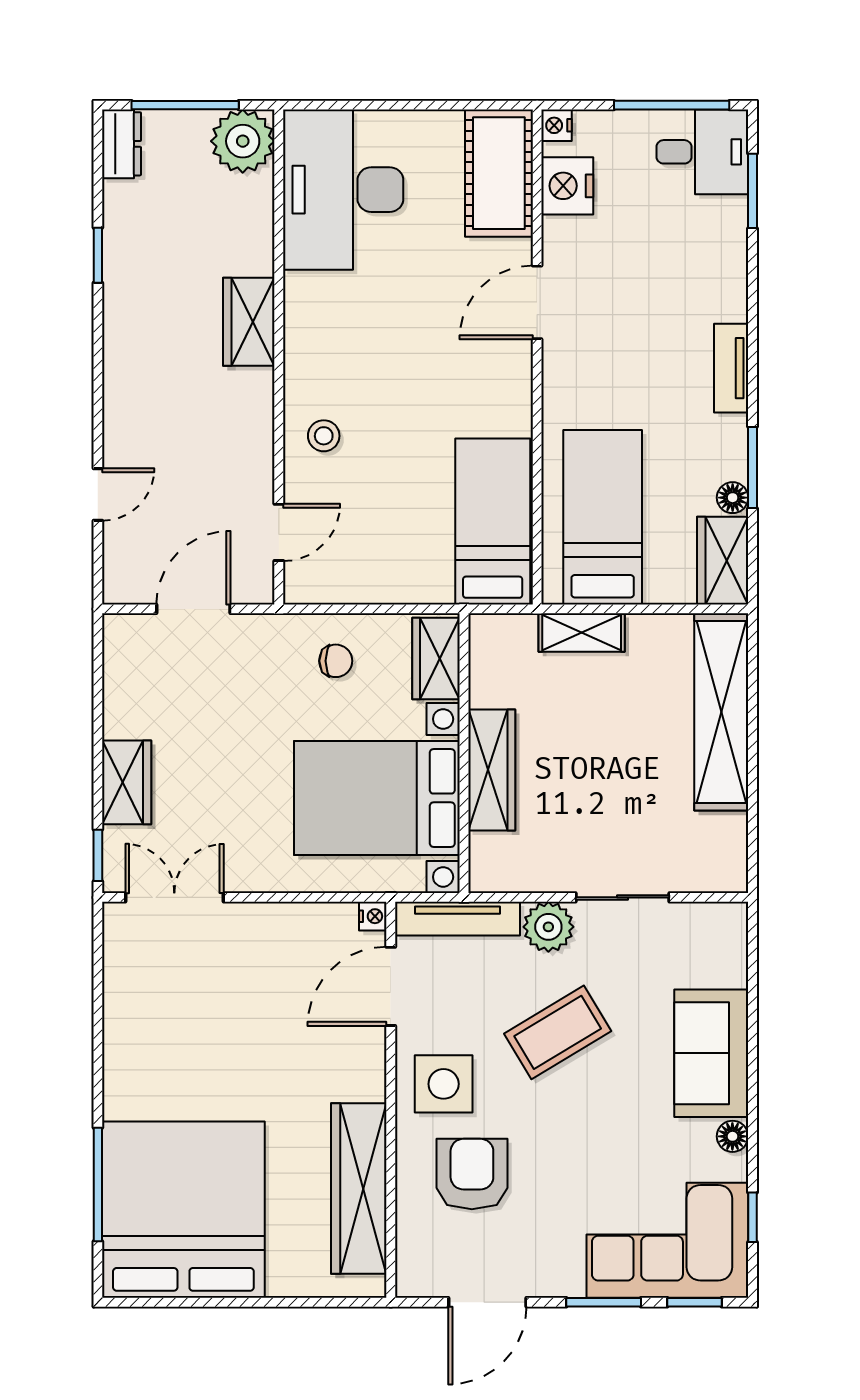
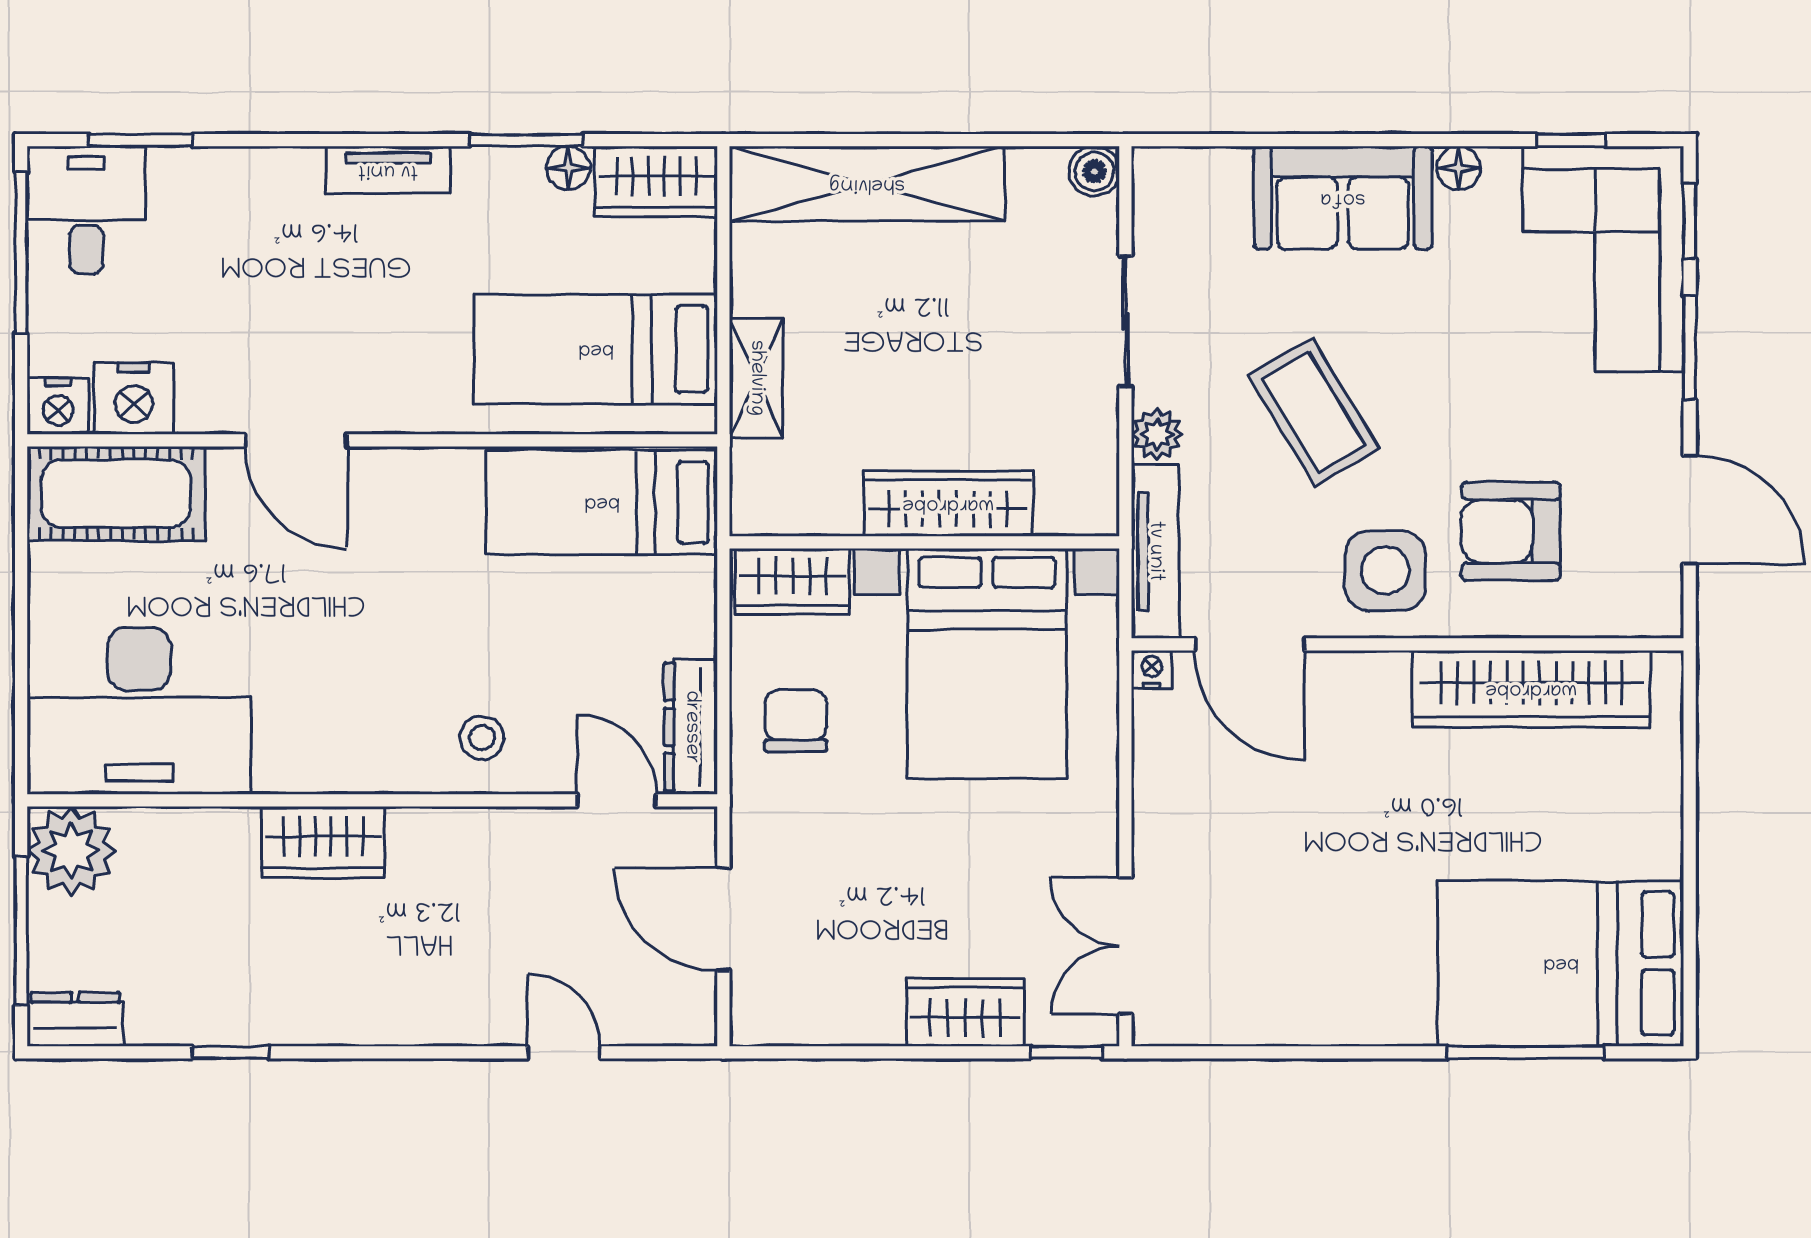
nightstand: (557, 125) -> (58, 406), width x1.39, depth x1.35
dresser: (332, 586) -> (691, 727), added
chair: (336, 661) -> (796, 721), width x1.37, depth x1.37
boiler: (730, 875) -> (1094, 171), added
plant: (548, 927) -> (1157, 434), width x0.73, depth x0.73
bed: (183, 1210) -> (1561, 963), width x0.73

